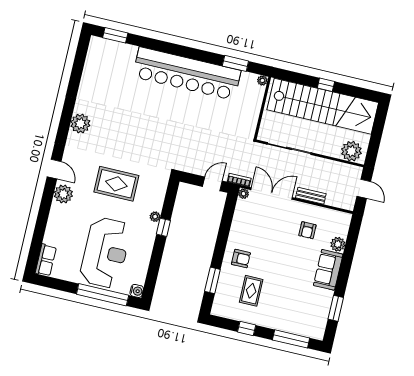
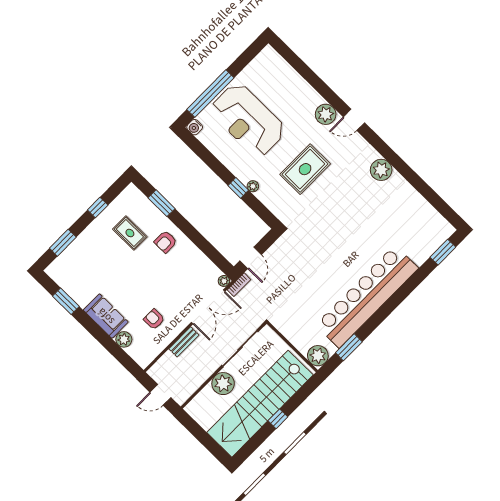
plant: (262, 80) -> (318, 356), width x1.87, depth x1.87
plant: (351, 151) -> (223, 384), moved
row of seats: (46, 260) -> (275, 61), removed
window: (291, 339) -> (63, 243), width x0.69

